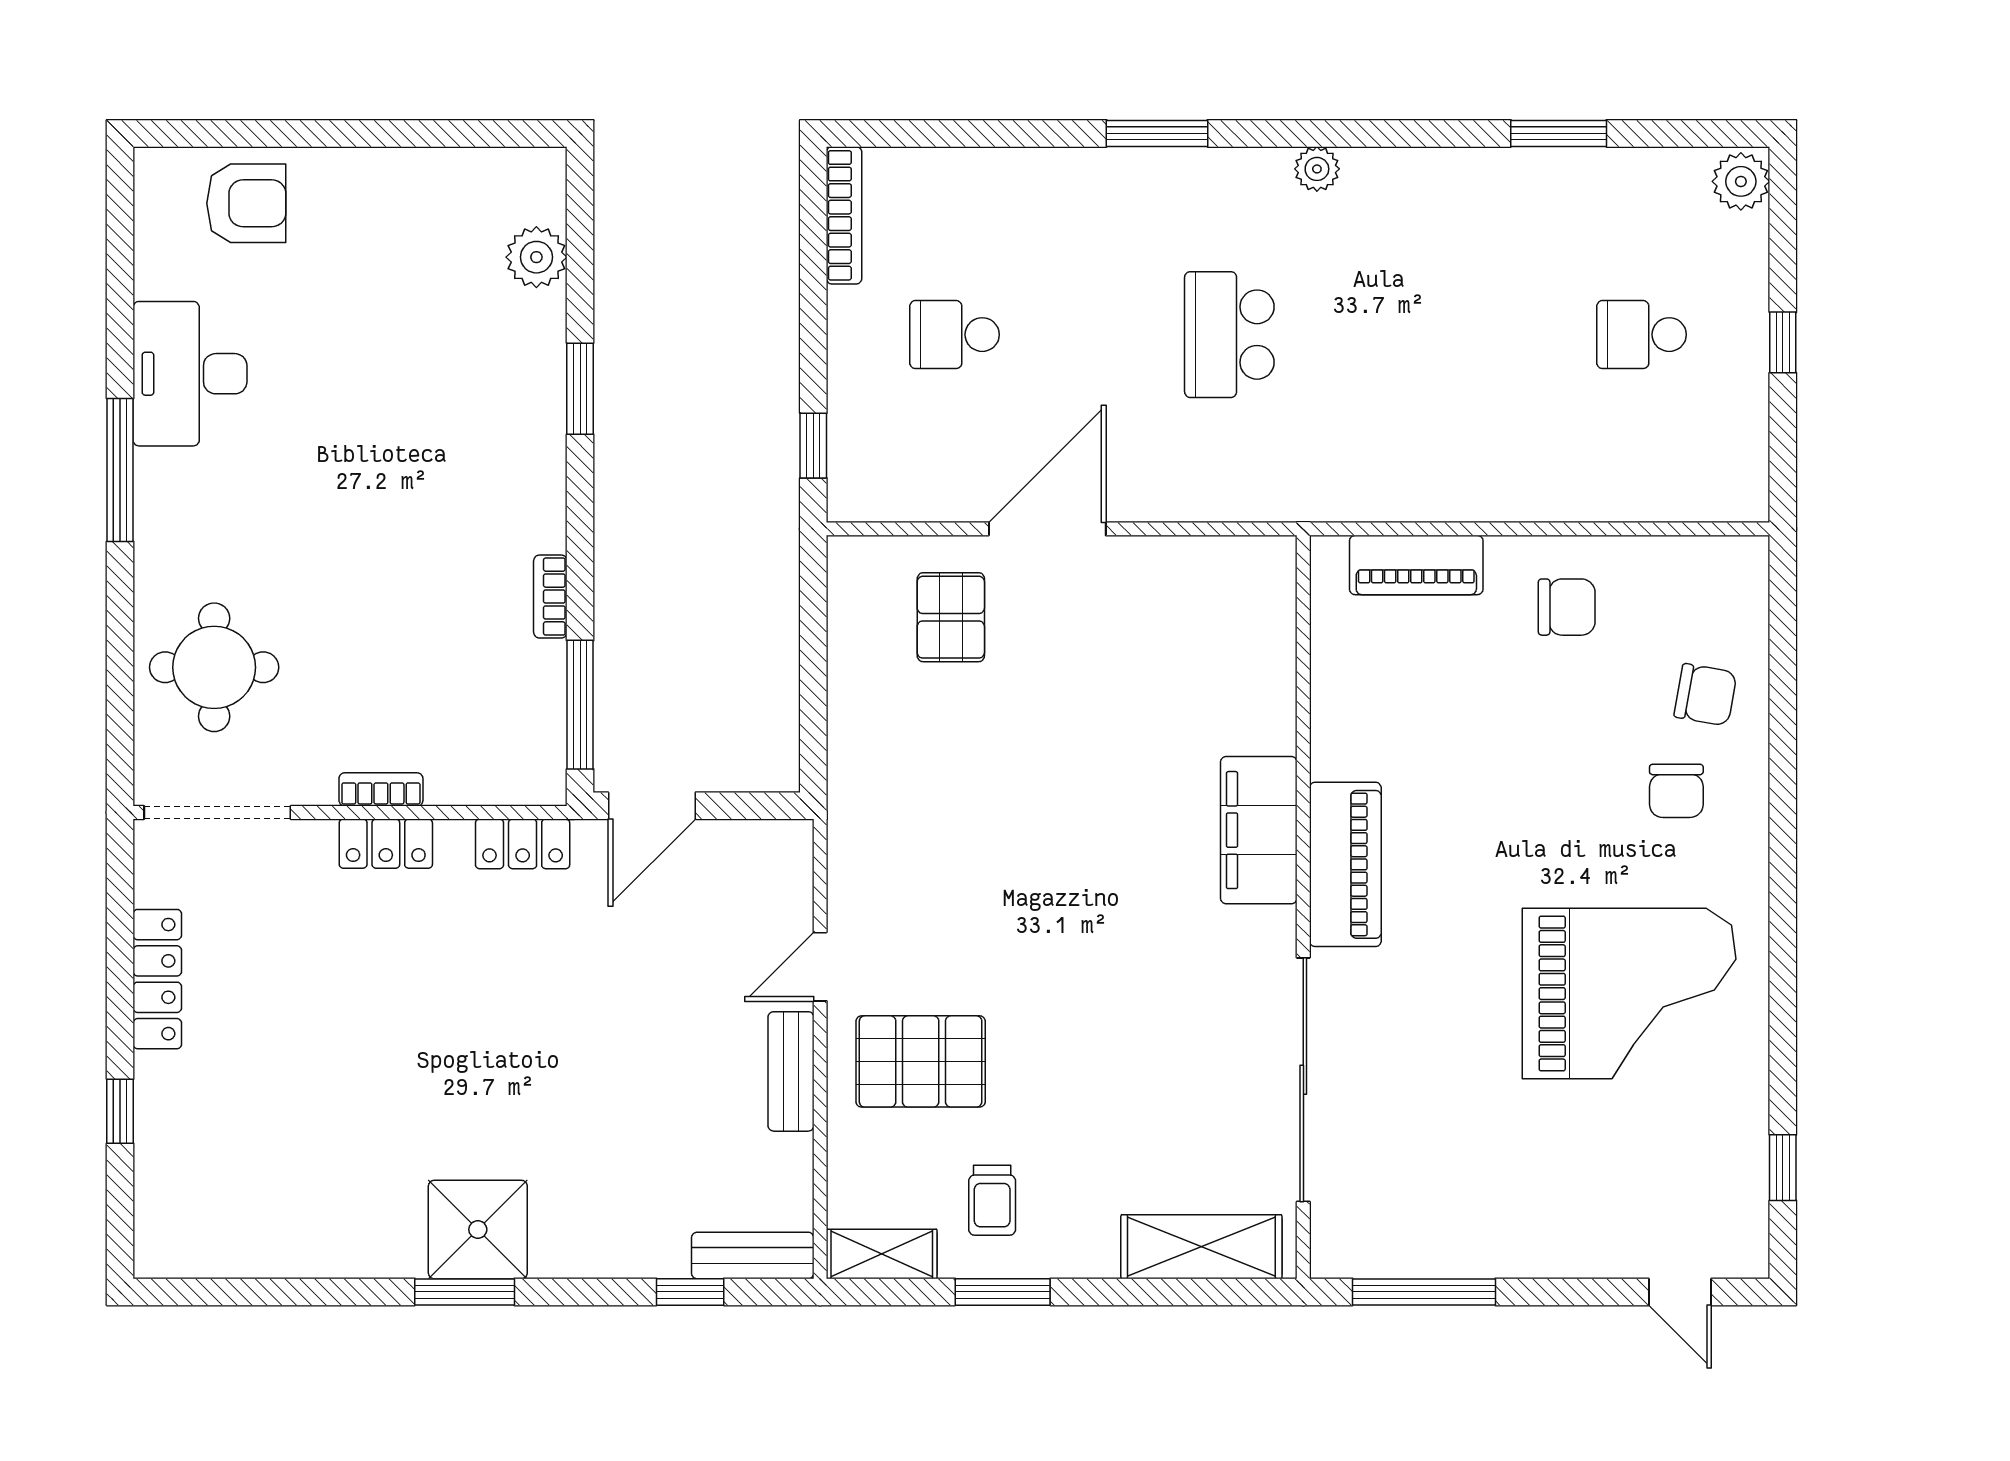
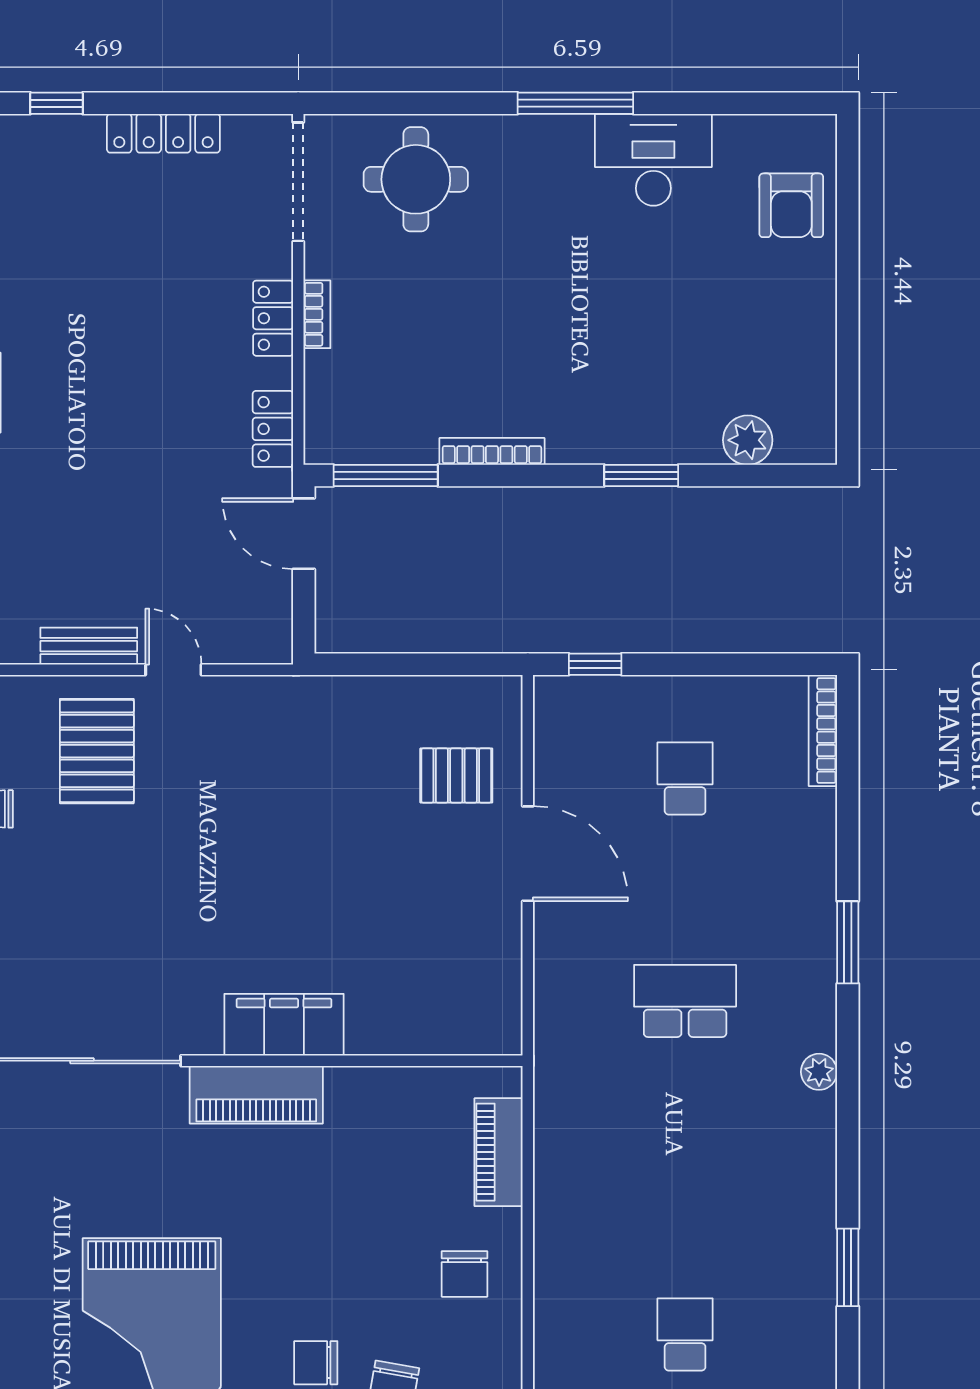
bookcase: (844, 215) -> (823, 730), moved, turned 90
bookcase: (550, 597) -> (492, 451), width x1.56

